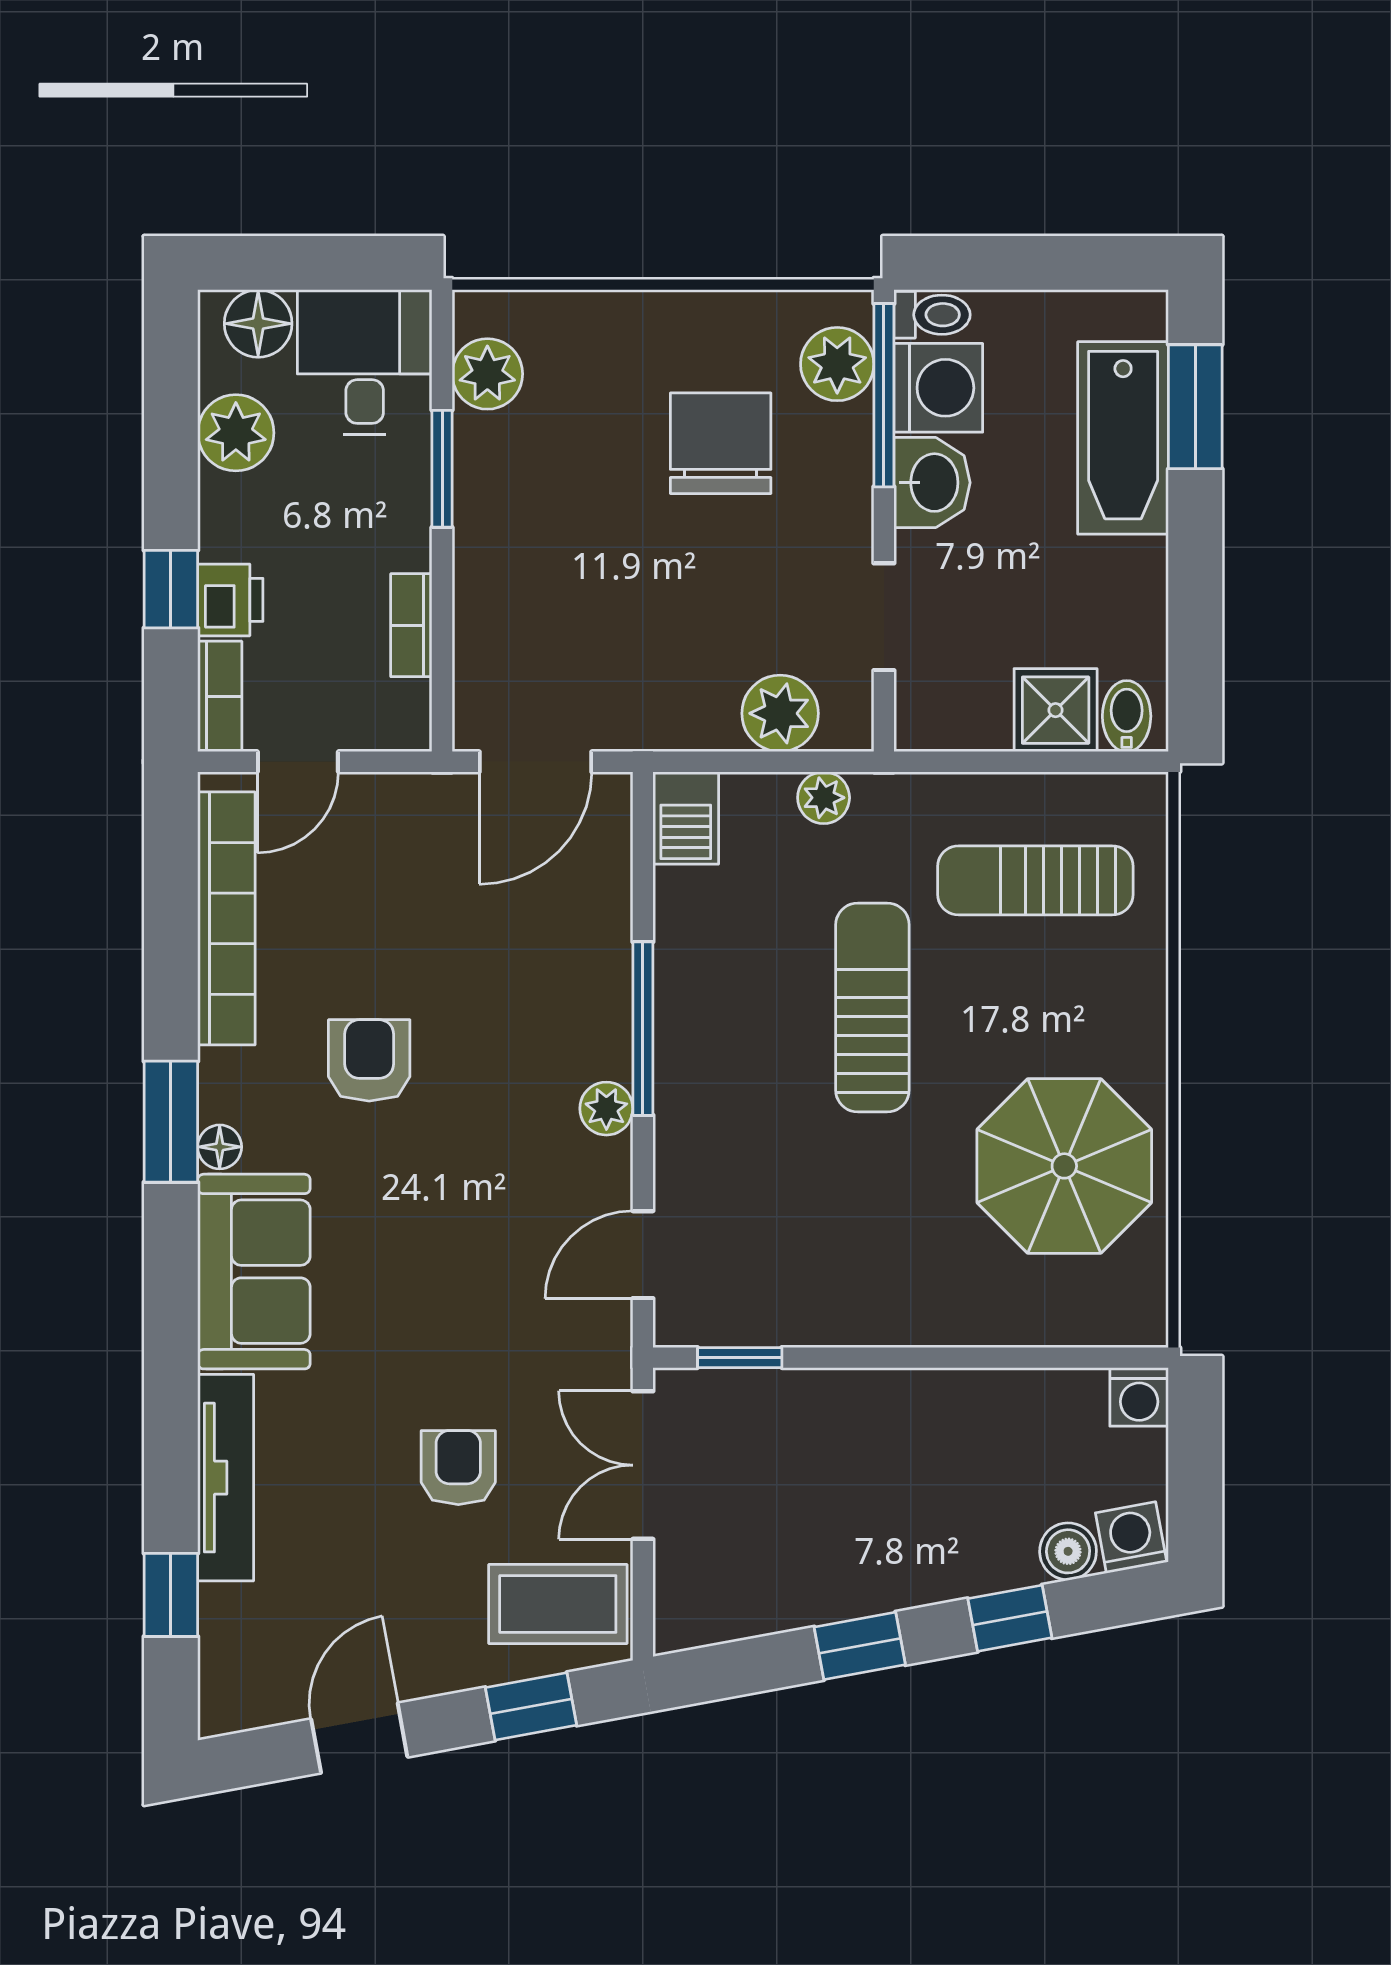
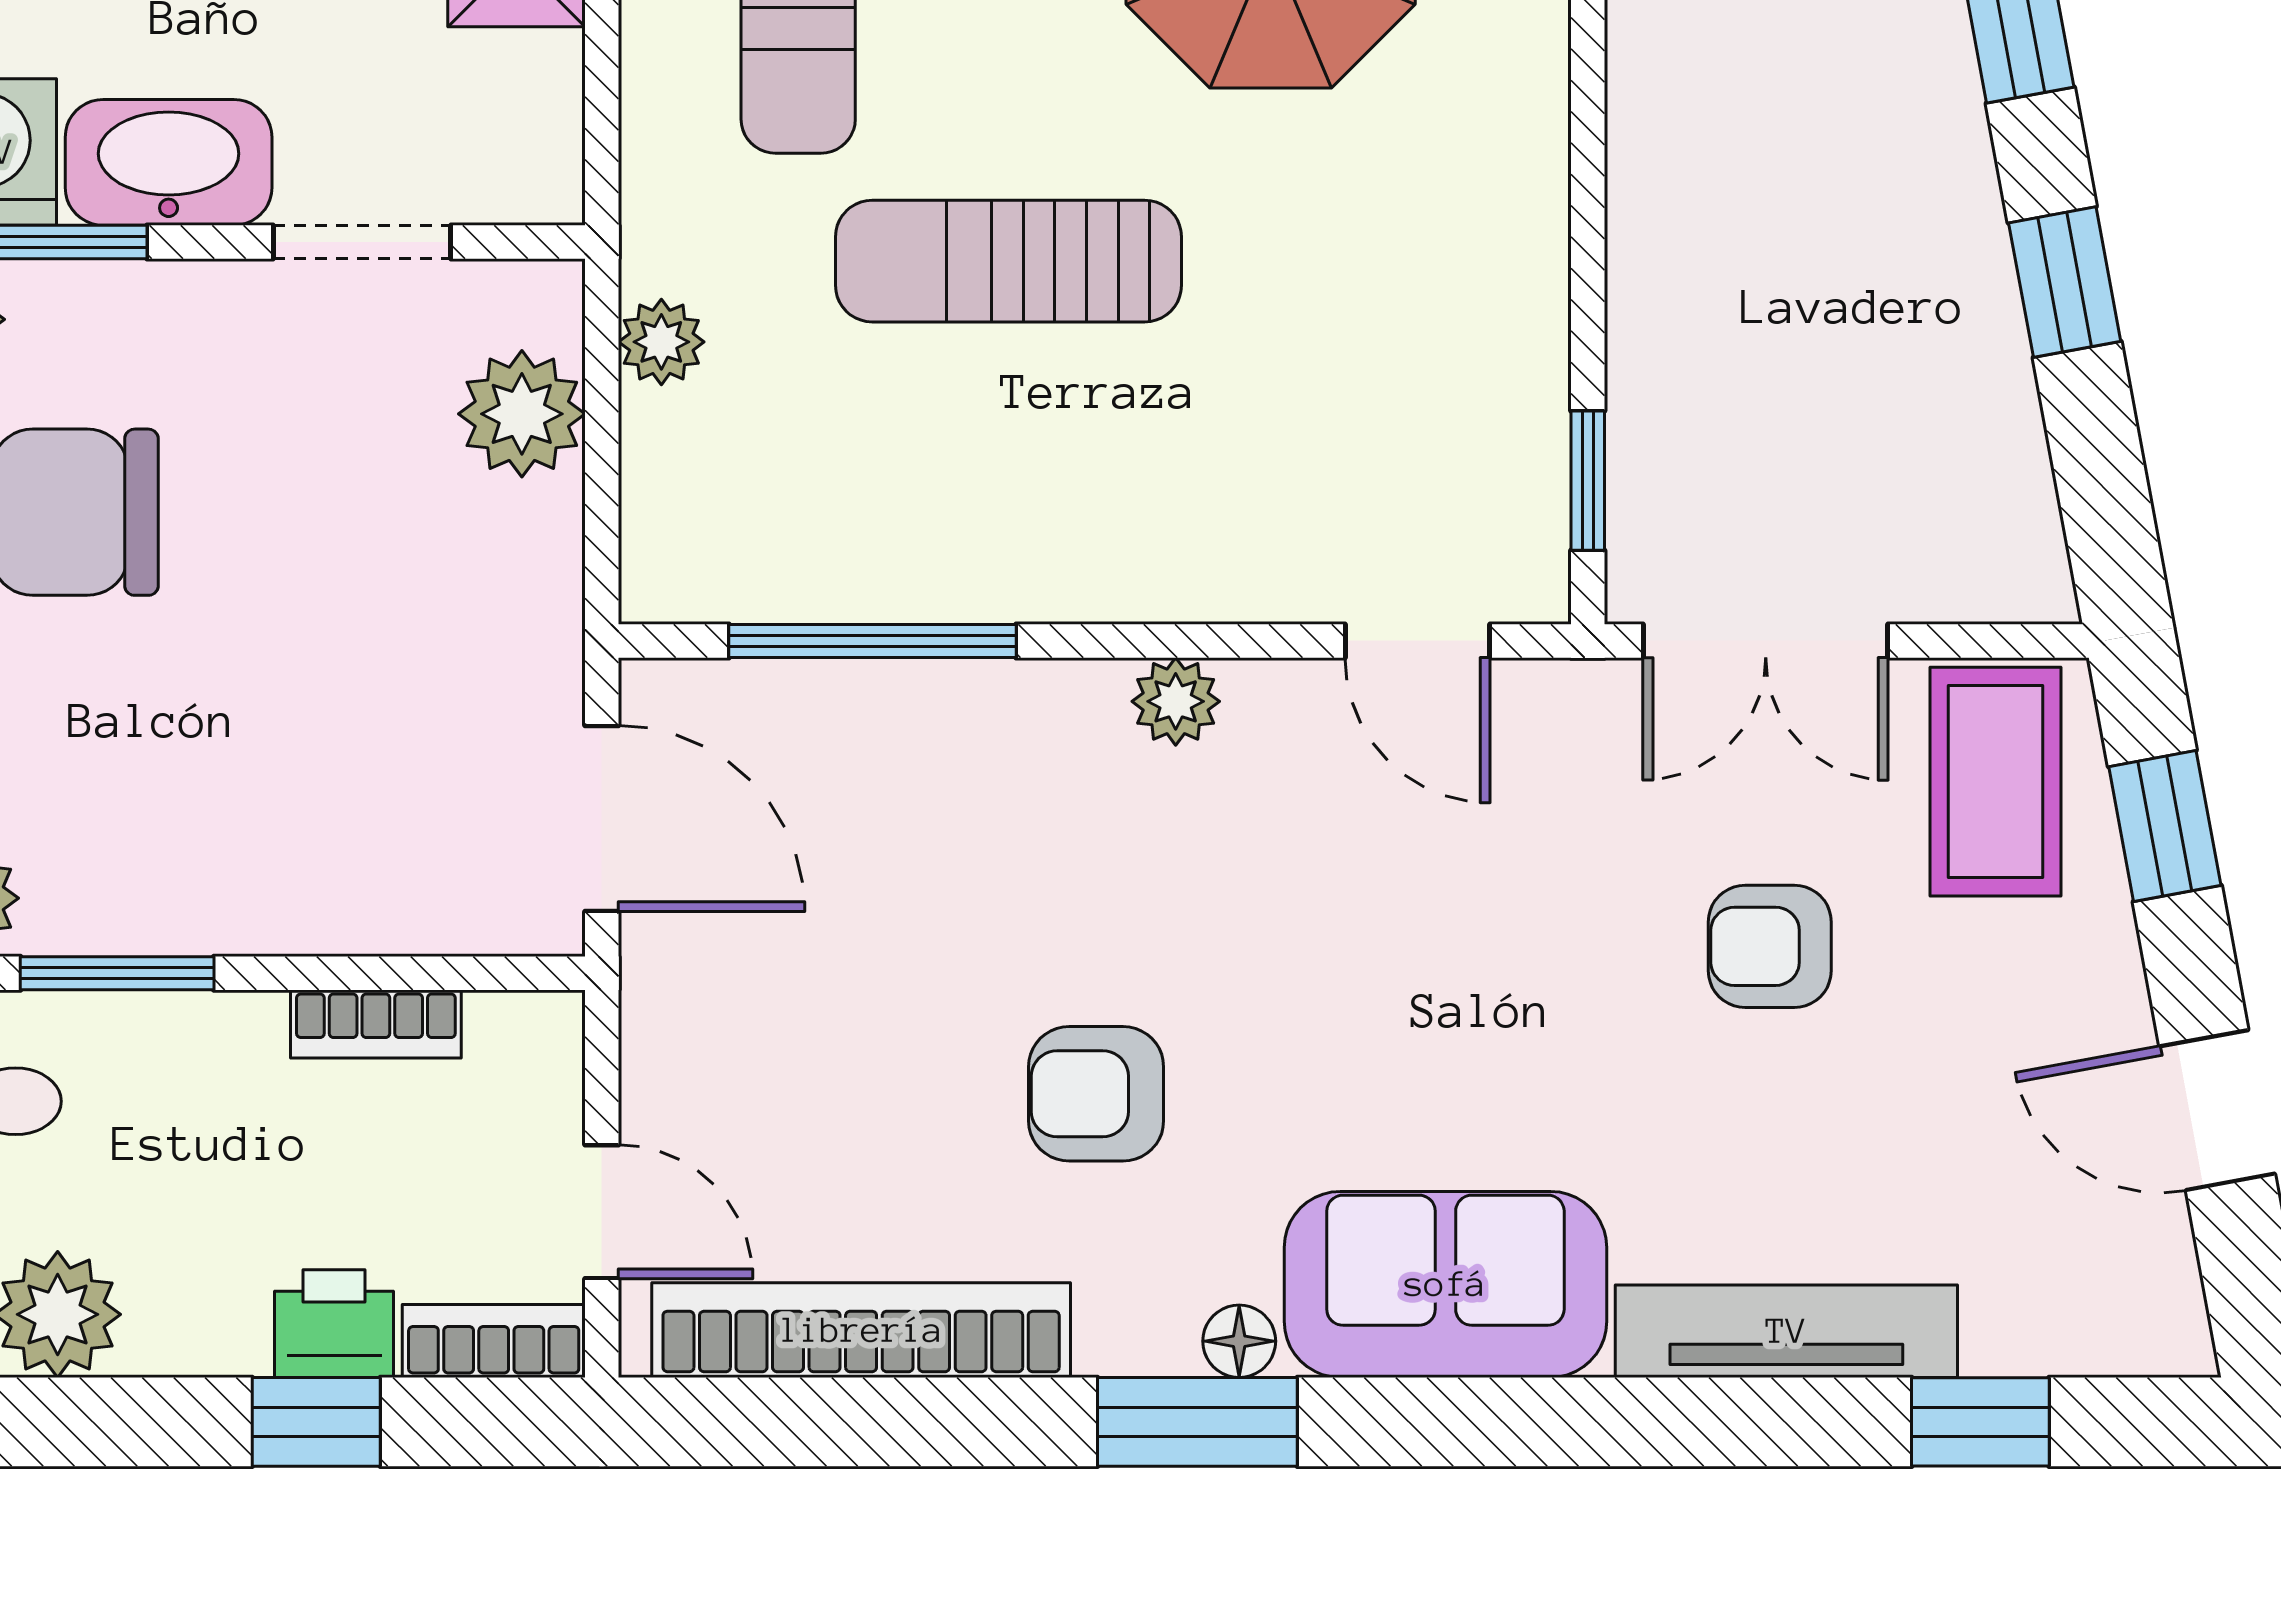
washbasin: (932, 483) -> (169, 162), width x1.38
barbecue: (686, 818) -> (695, 570), removed
window: (643, 1029) -> (873, 641), moved

